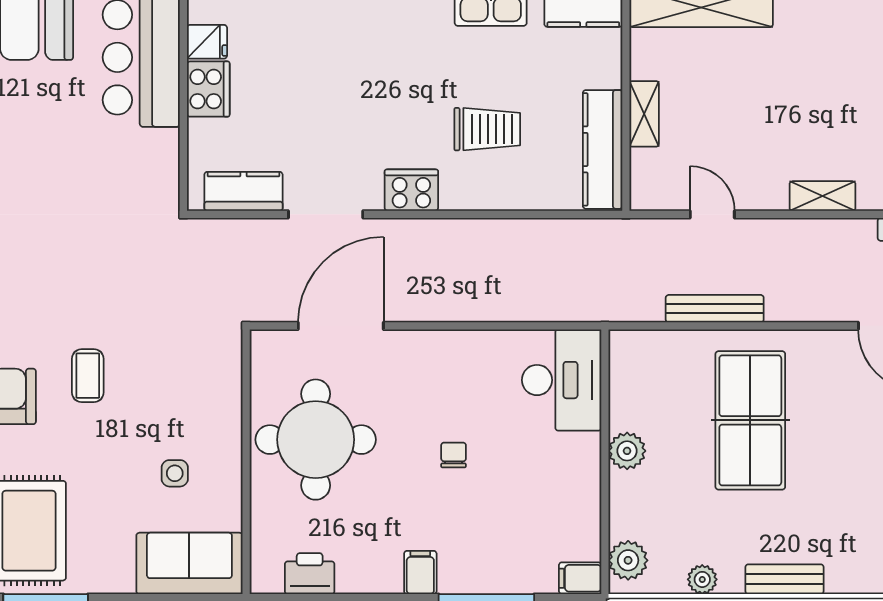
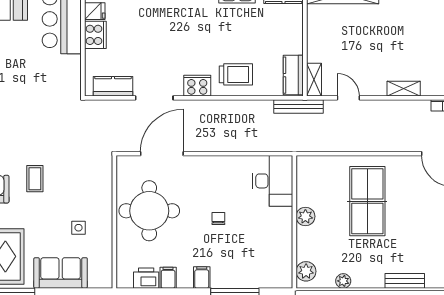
shelving: (644, 114) -> (314, 80), moved
trolley: (487, 129) -> (236, 74), moved
kitchen counter: (603, 149) -> (293, 75), width x0.67
bench: (715, 309) -> (299, 106), moved
sofa: (189, 563) -> (61, 273), moved
filing cabinet: (580, 578) -> (168, 278), moved, turned 90
bench: (784, 579) -> (405, 281), moved

